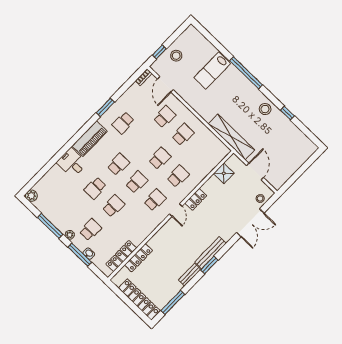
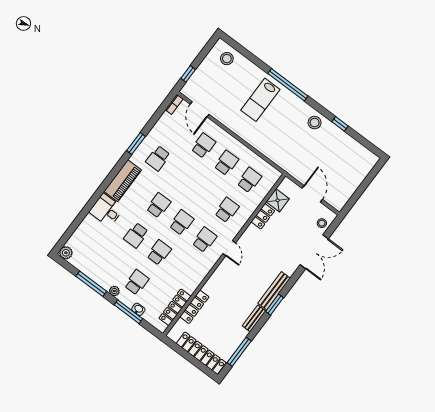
stool: (176, 56) -> (227, 59), moved
lab bench: (212, 71) -> (260, 100), moved
shelving: (231, 137) -> (281, 159), removed
school desk: (160, 158) -> (249, 180), moved
locker: (196, 199) -> (263, 216), moved

